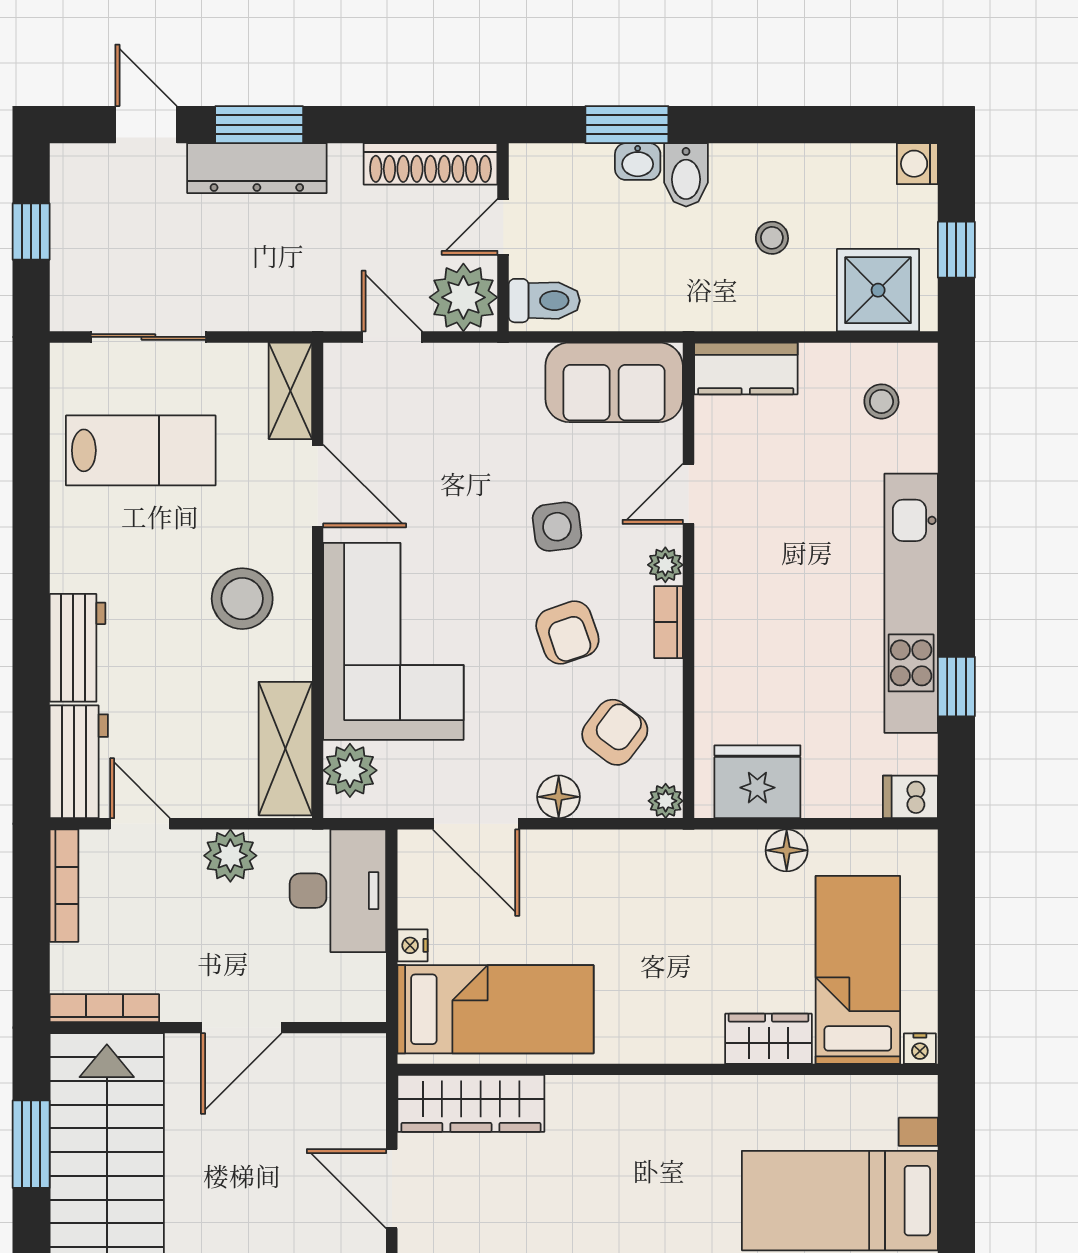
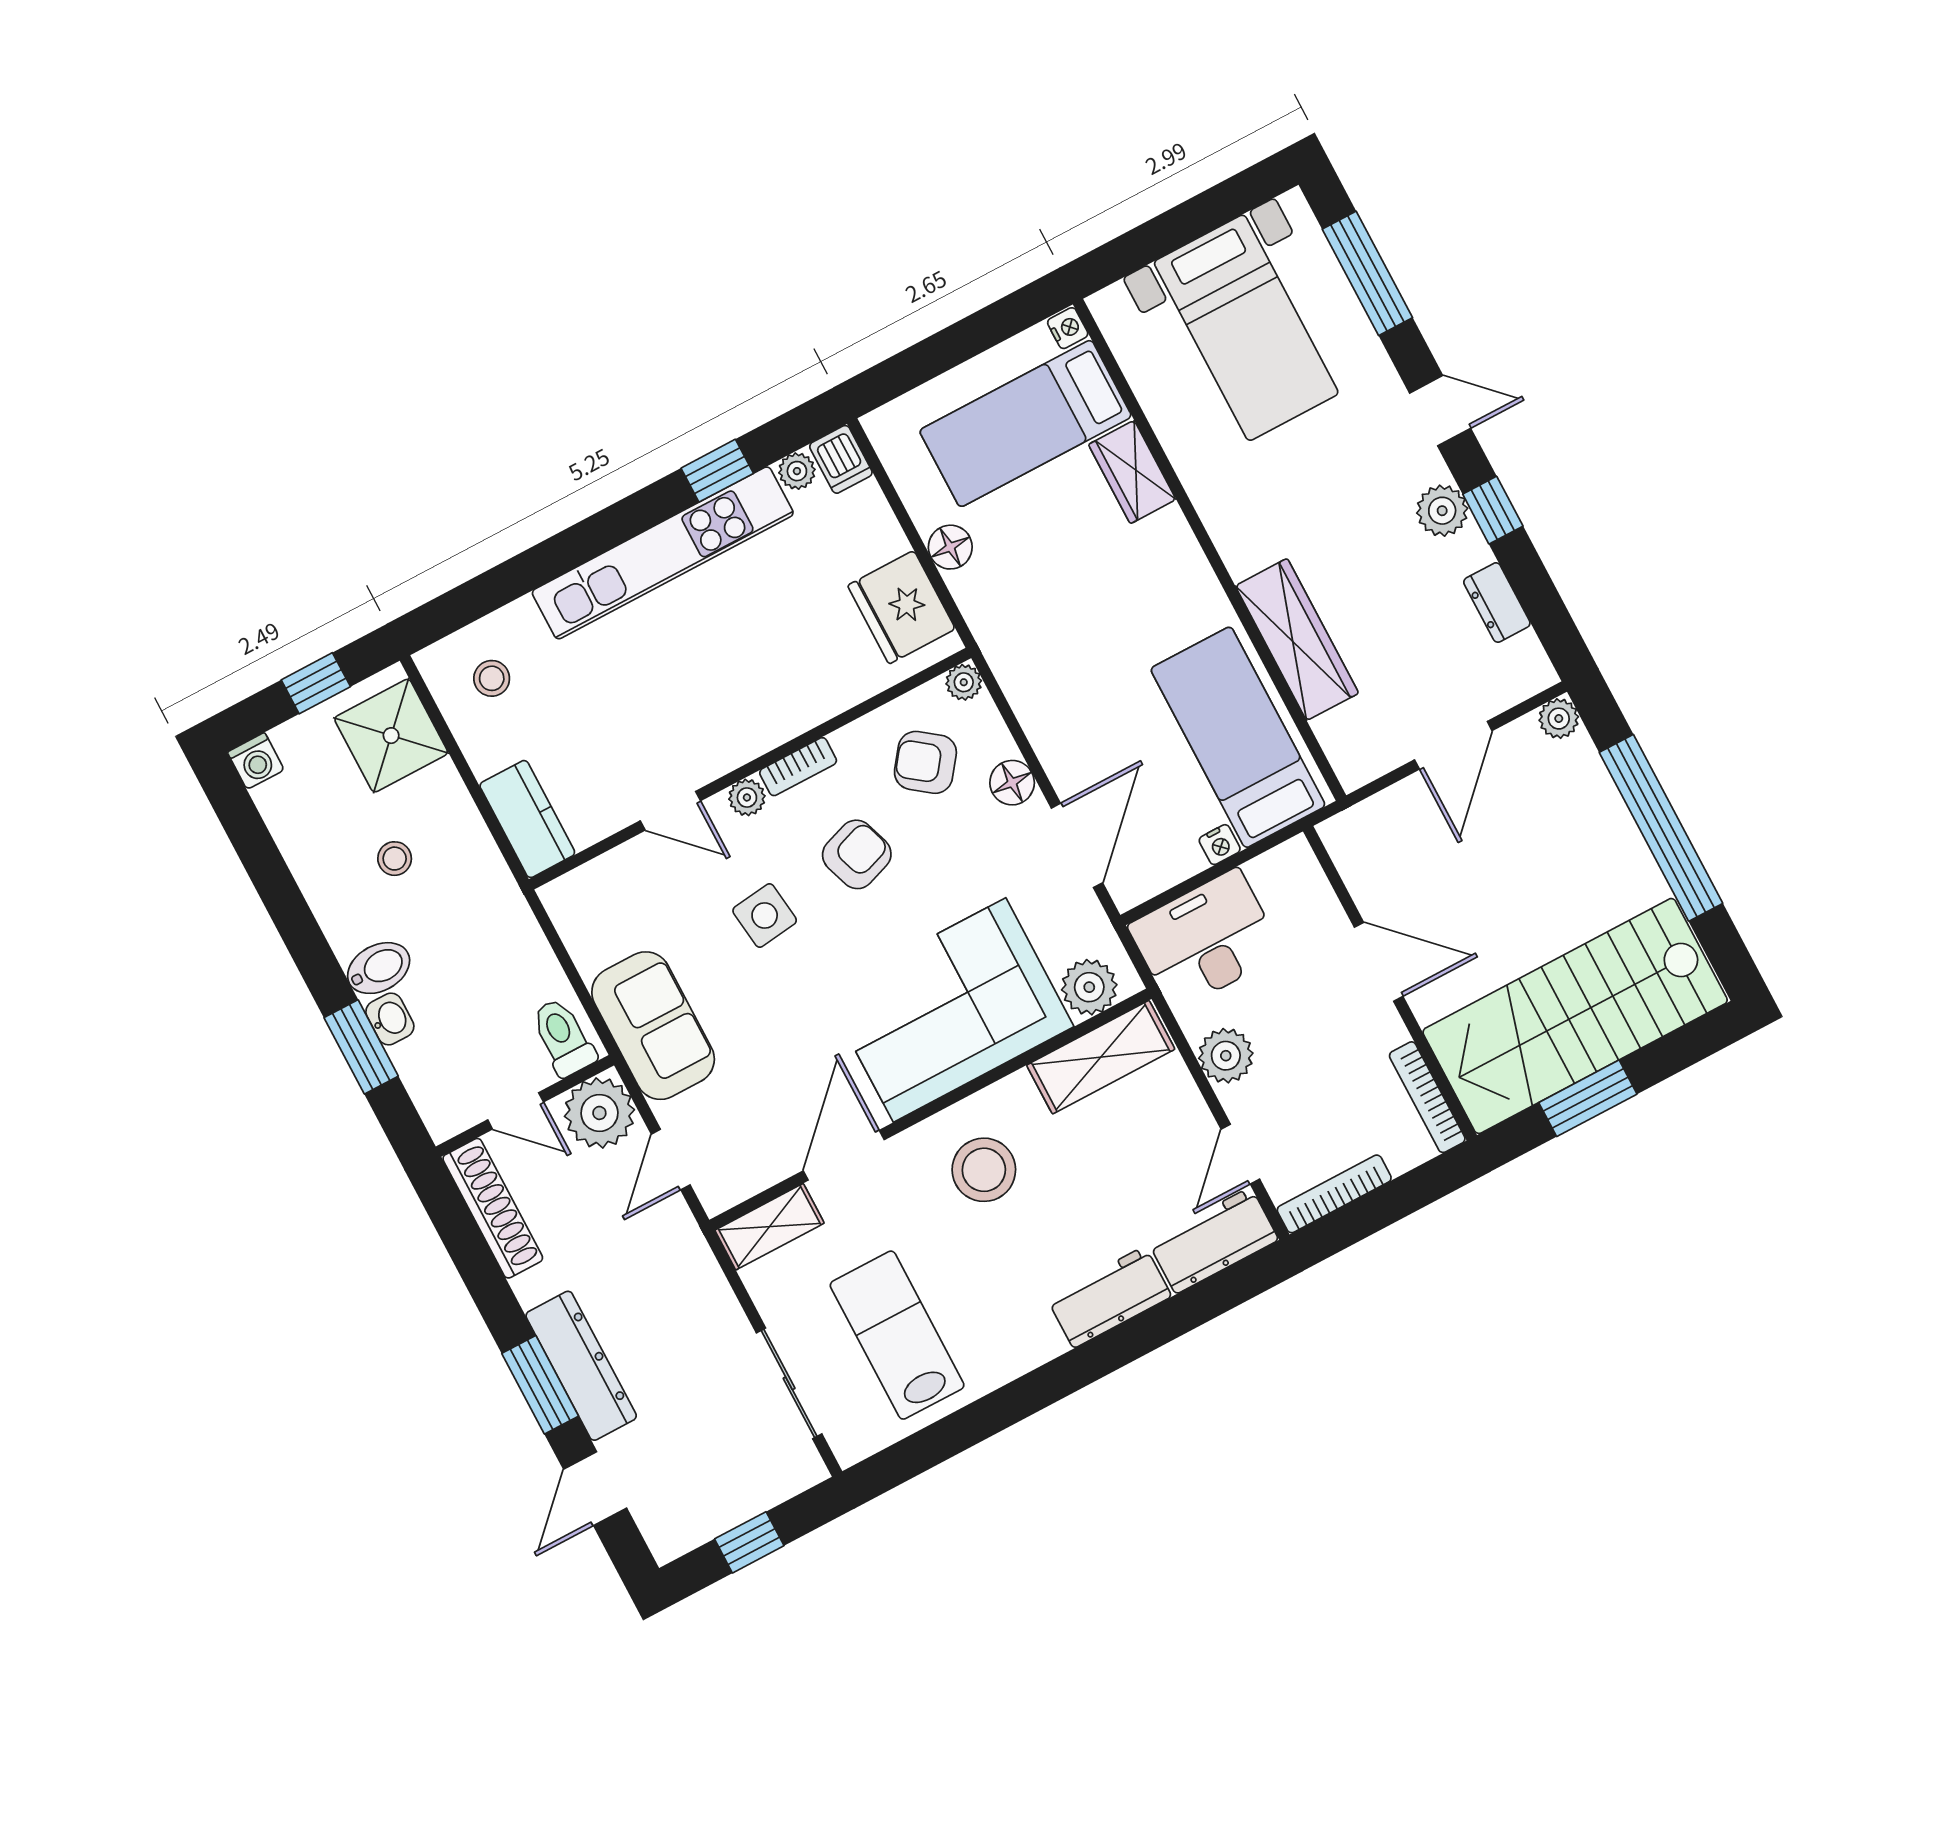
sofa: (614, 382) -> (653, 1026), moved
plant: (920, 754) -> (797, 471), added
wardrobe: (471, 1103) -> (1297, 639), moved

